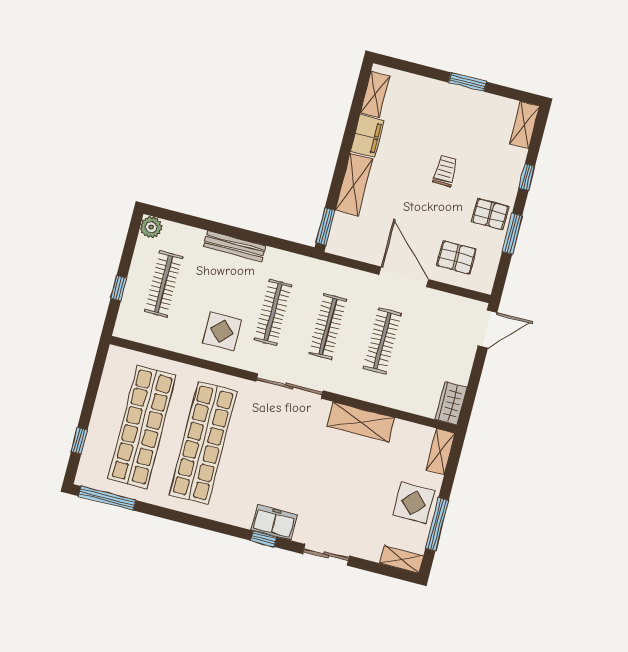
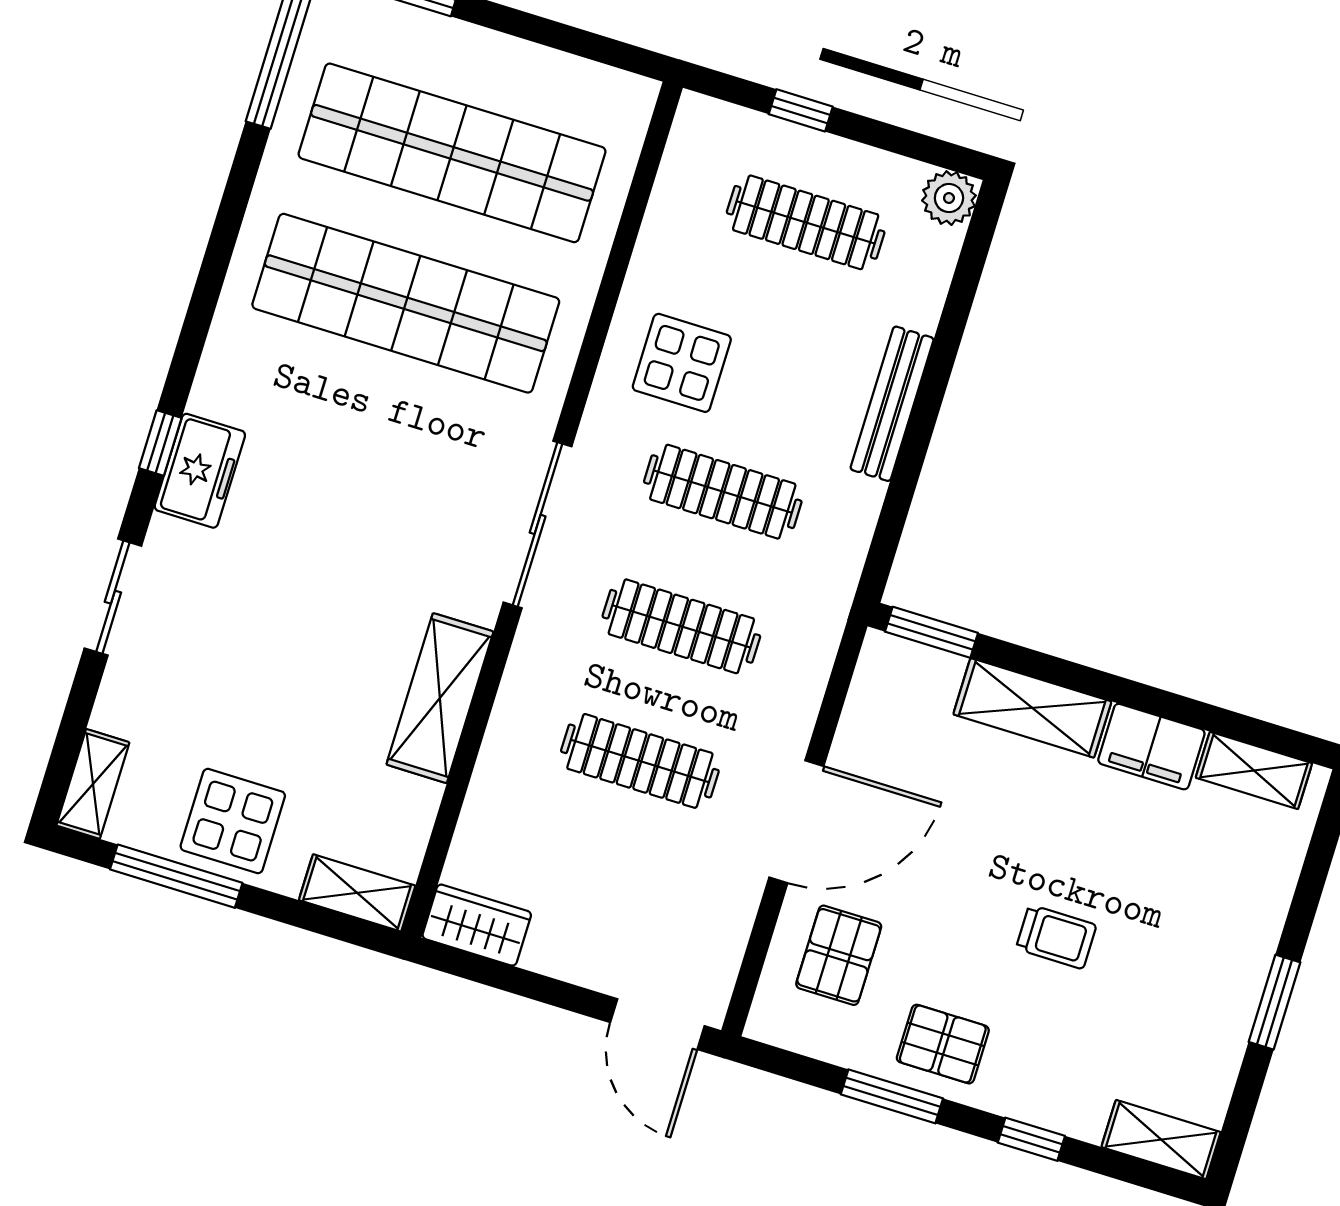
pallet: (490, 214) -> (943, 1044), turned 90

